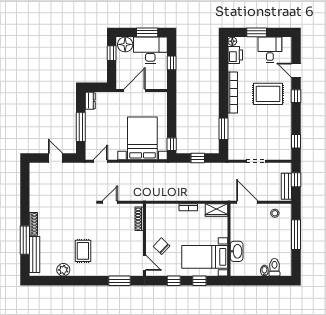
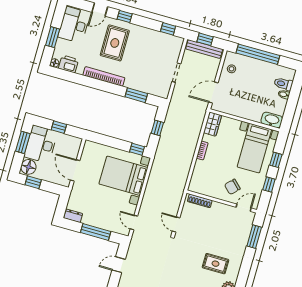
desk: (270, 50) -> (74, 25), width x1.37
bench: (286, 186) -> (204, 49), width x1.36
window: (296, 235) -> (258, 54), width x1.46
washbasin: (237, 251) -> (272, 120), moved

